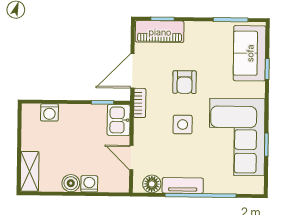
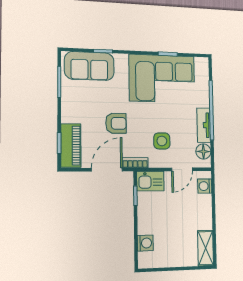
door: (132, 71) -> (107, 170), swing flipped
side table: (183, 125) -> (162, 141), moved
shelving: (30, 171) -> (206, 248), moved, turned 90
boiler: (71, 183) -> (205, 222), removed
washing machine: (89, 184) -> (205, 186), moved

